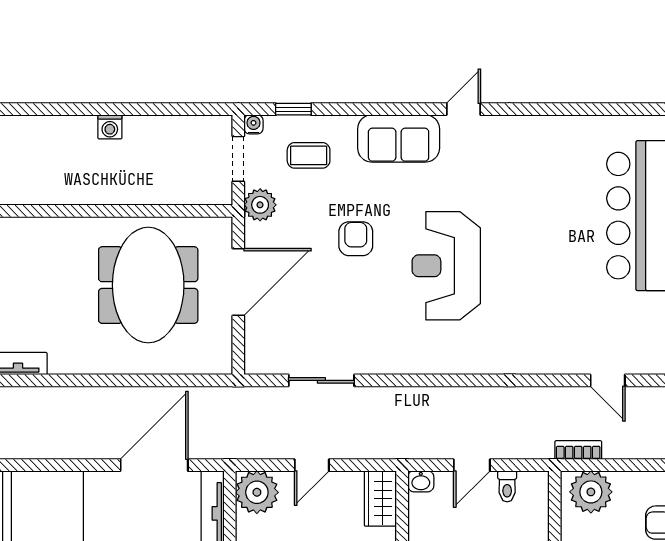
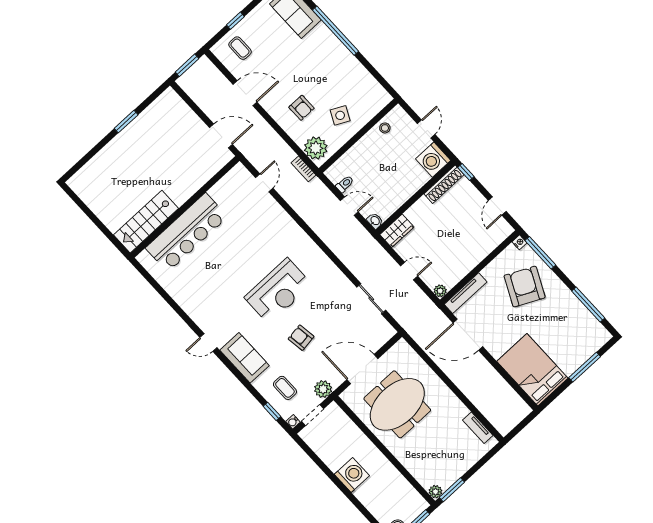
washing machine: (110, 127) -> (352, 475), width x1.89, depth x1.89
armchair: (356, 239) -> (301, 338), turned 82
plant: (257, 492) -> (440, 291), width x0.53, depth x0.53

